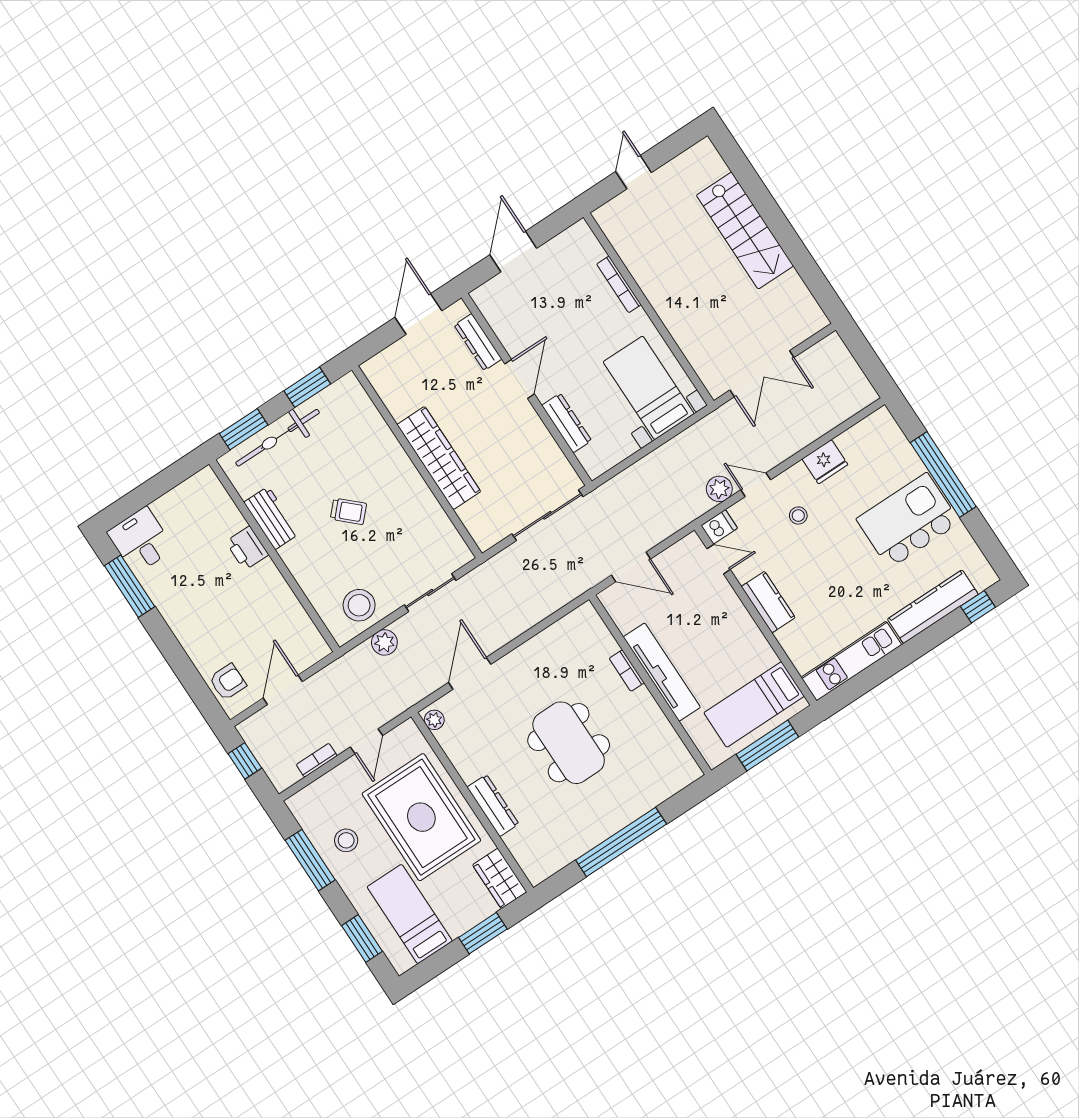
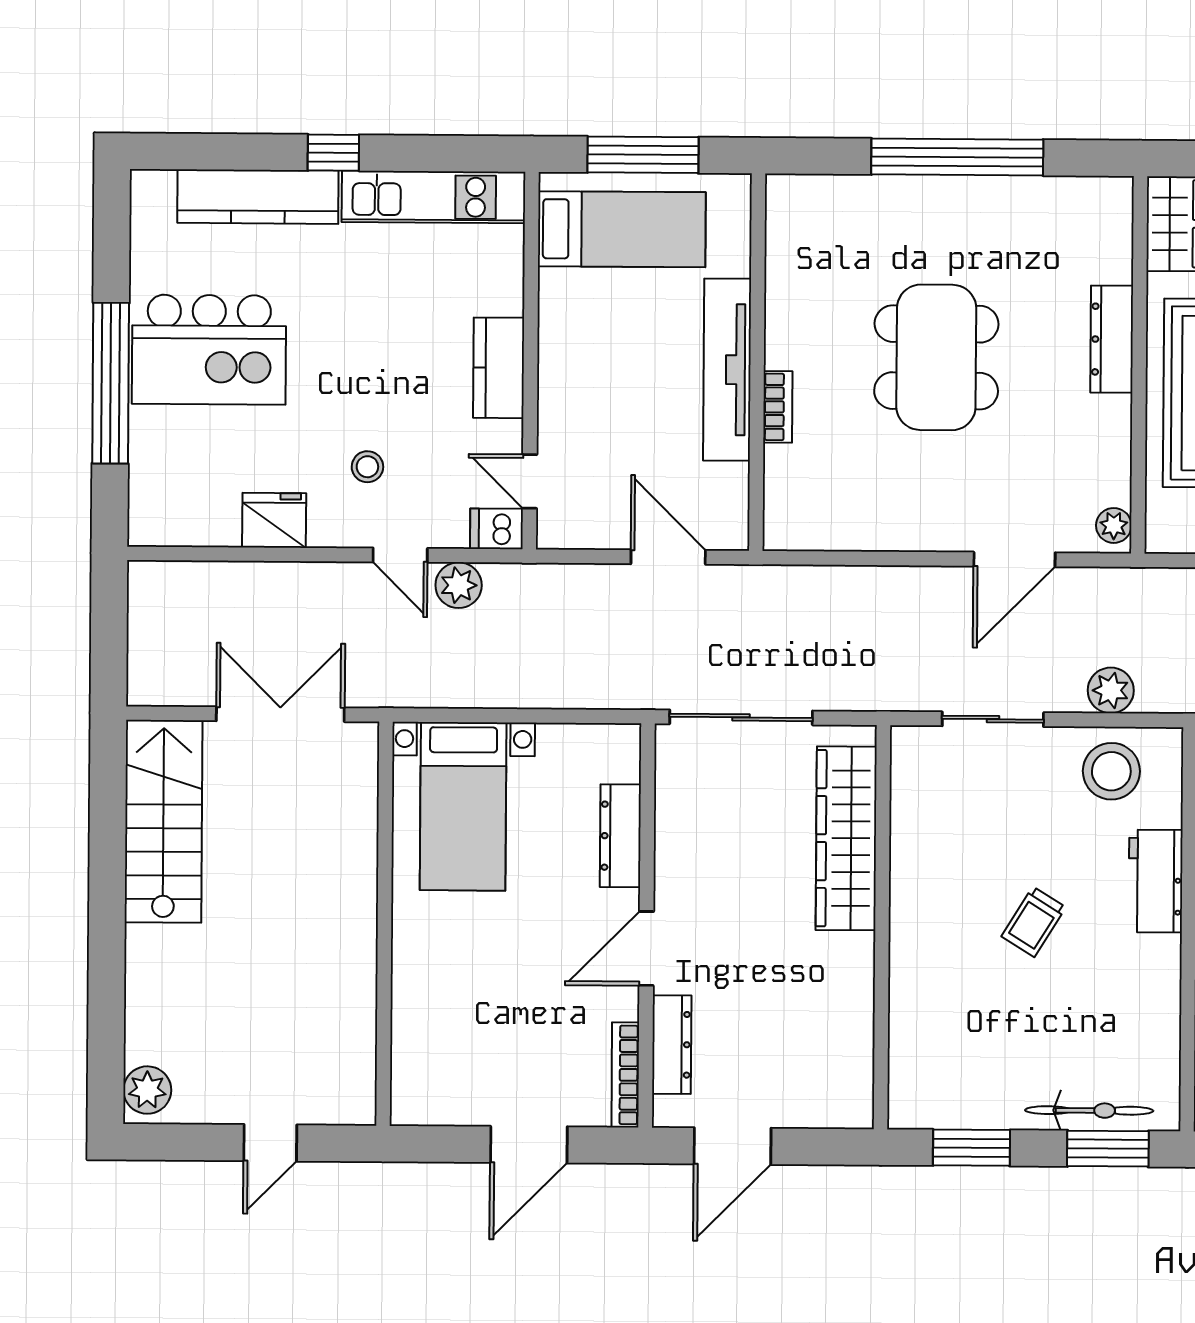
plant: (707, 158) -> (147, 1090), added
stairs: (745, 231) -> (164, 821), moved
bookcase: (619, 284) -> (625, 1075), moved, turned 180
bicycle: (278, 438) -> (1089, 1110), width x0.73, depth x0.71
wardrobe: (439, 458) -> (846, 838), moved
trolley: (348, 511) -> (1034, 922), turned -101
workbench: (272, 518) -> (1156, 881), moved
window: (978, 607) -> (333, 153), moved

